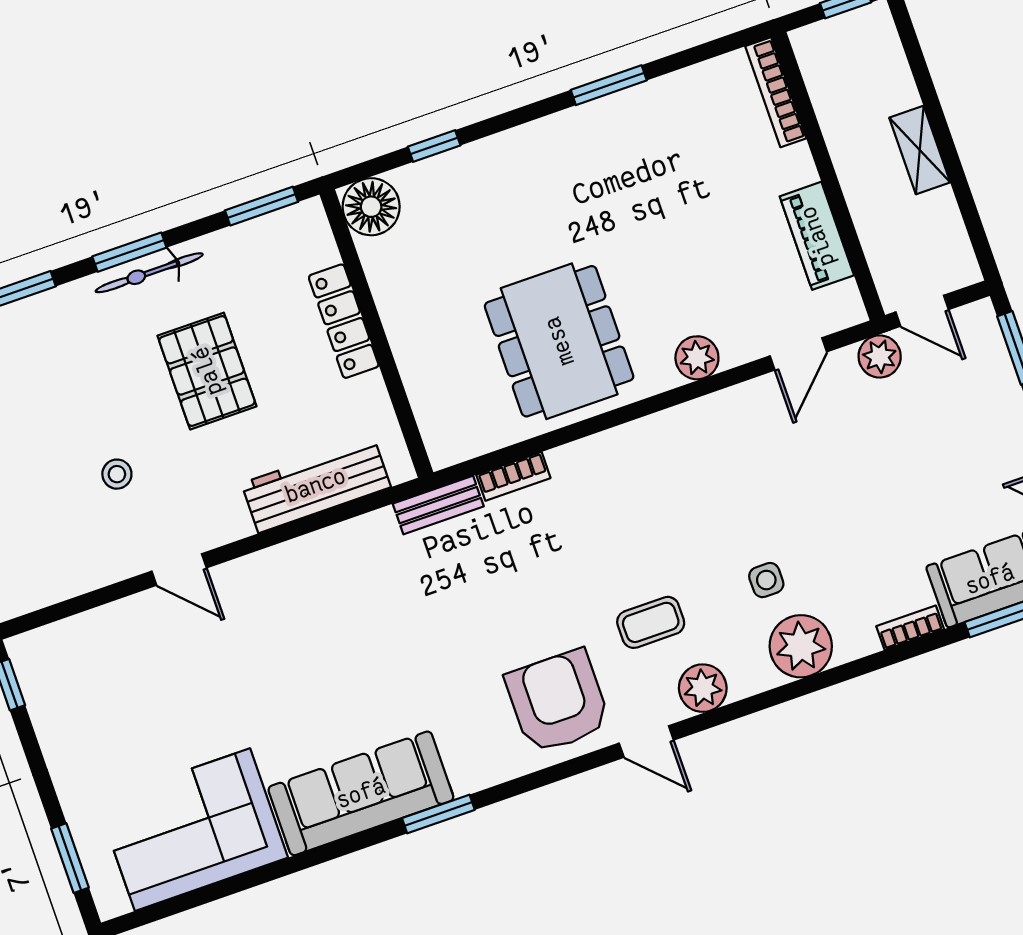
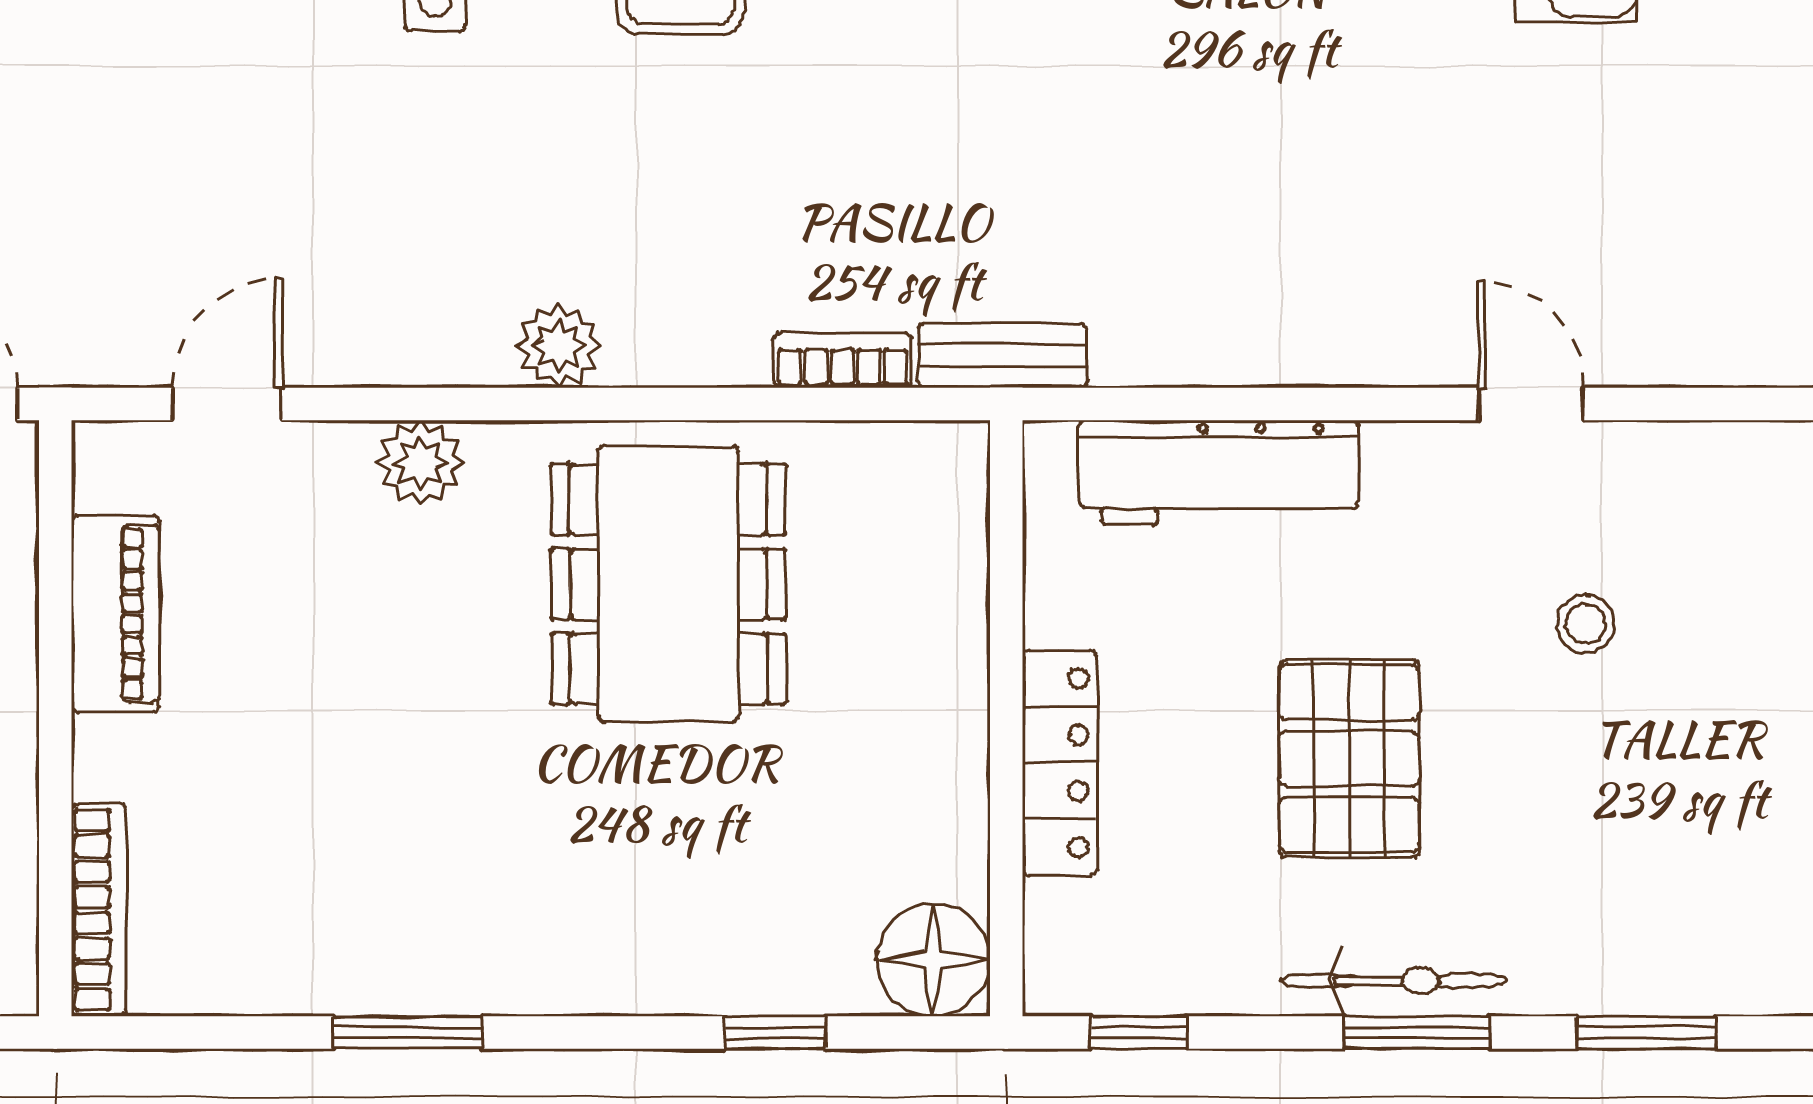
window: (262, 206) -> (1139, 1033), width x0.67
plant: (880, 356) -> (558, 346), moved

